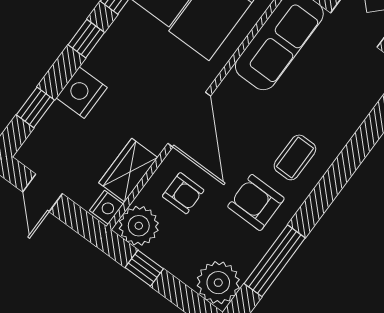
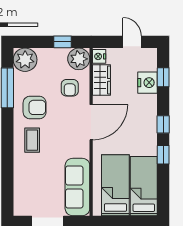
nightstand: (82, 93) -> (148, 83), moved
door: (189, 120) -> (91, 122), swing flipped
armchair: (183, 193) -> (70, 88), turned -90

